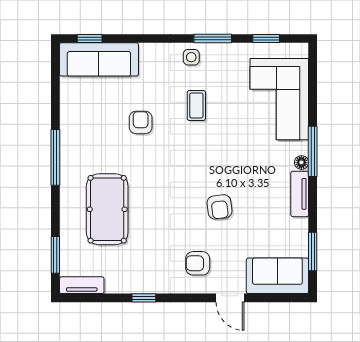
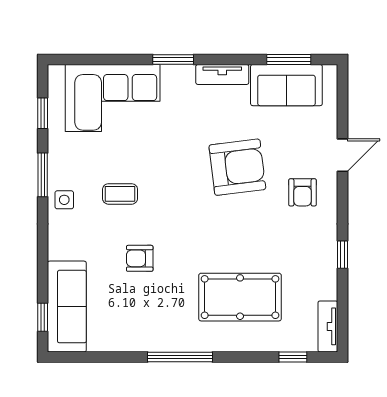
window: (313, 151) -> (173, 60), width x0.69
floor lamp: (301, 162) -> (186, 72), removed
armchair: (219, 207) -> (237, 167), width x1.88, depth x1.88
window: (55, 255) -> (293, 357), width x0.67
sofa: (277, 276) -> (286, 85), moved, turned -90

